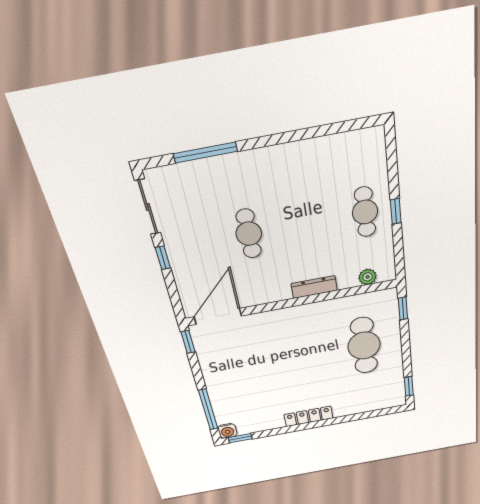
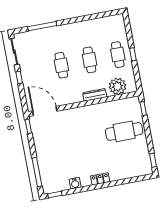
cafe table: (307, 223) -> (90, 60), added
plant: (368, 277) -> (118, 86), width x1.88, depth x1.88
door: (218, 316) -> (45, 111), hinge flipped
cafe table: (364, 346) -> (124, 131), turned 90
locker: (308, 416) -> (100, 179), width x0.66
water cooler: (227, 431) -> (75, 183), moved

